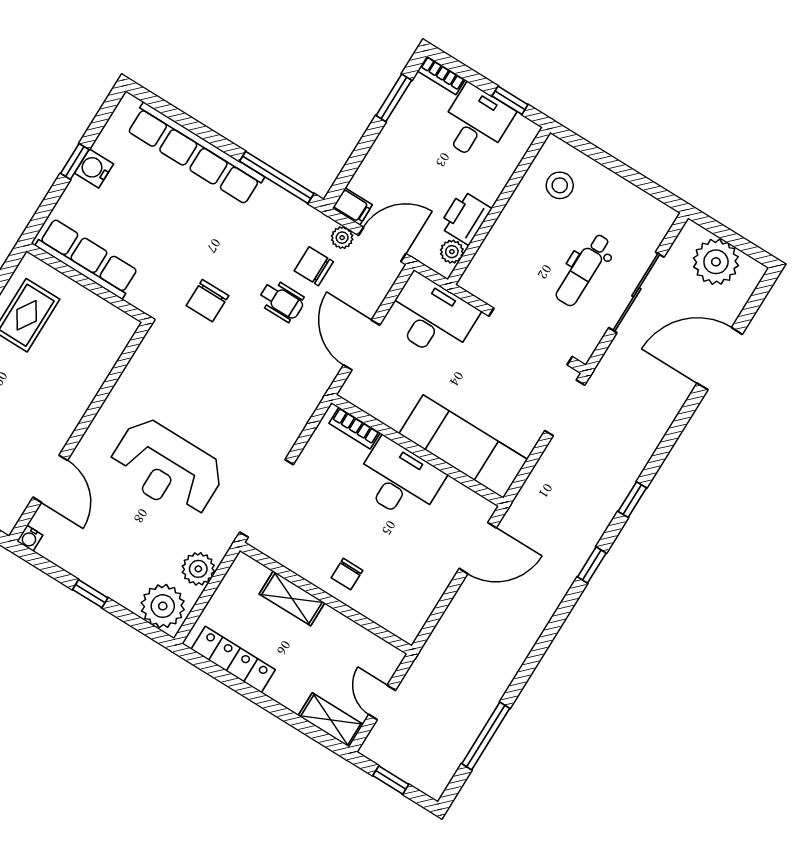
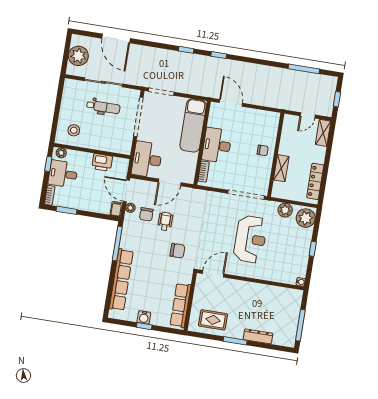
plant: (452, 252) -> (61, 153), moved
door: (50, 479) -> (213, 274), moved

